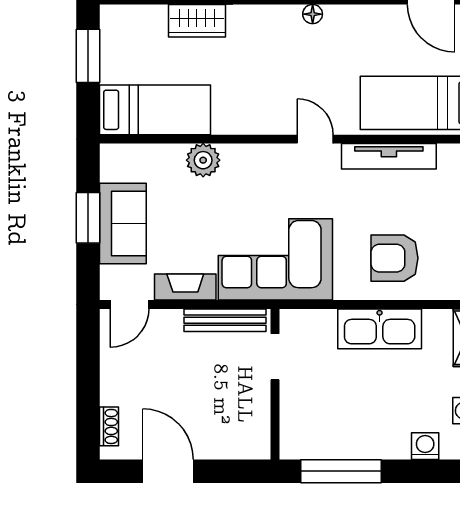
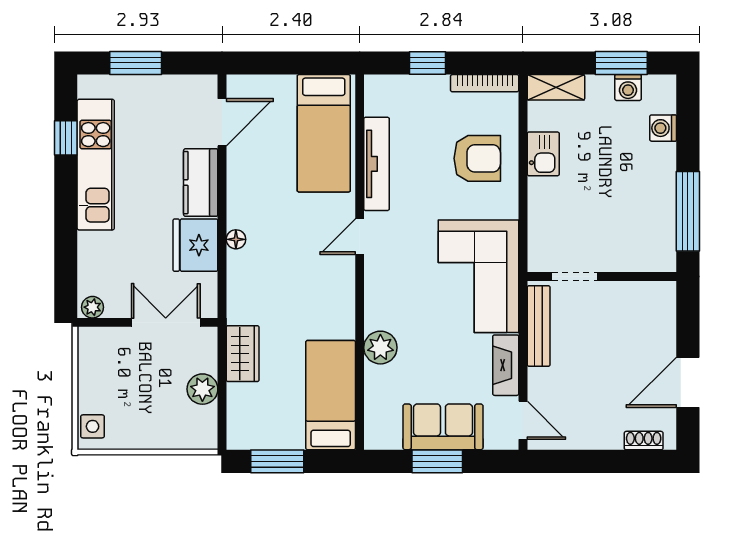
armchair: (394, 258) -> (477, 158), turned -90
kitchen sink: (380, 329) -> (543, 154), width x0.53, depth x0.81

